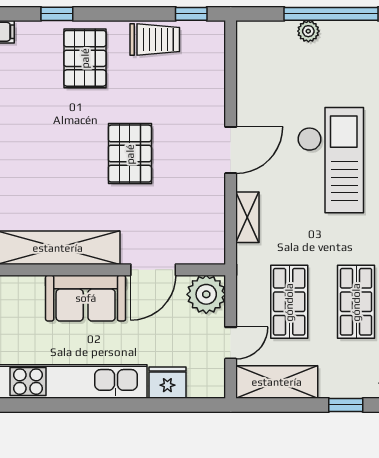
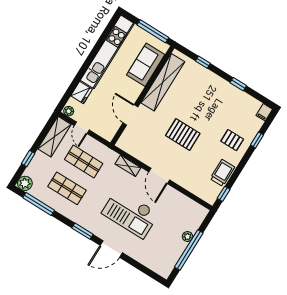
trolley: (155, 40) -> (222, 173), turned 180
pallet: (85, 58) -> (232, 140), width x0.67, depth x0.71
plant: (206, 294) -> (69, 111), moved, width x0.53, depth x0.53
sofa: (86, 298) -> (146, 65), moved

